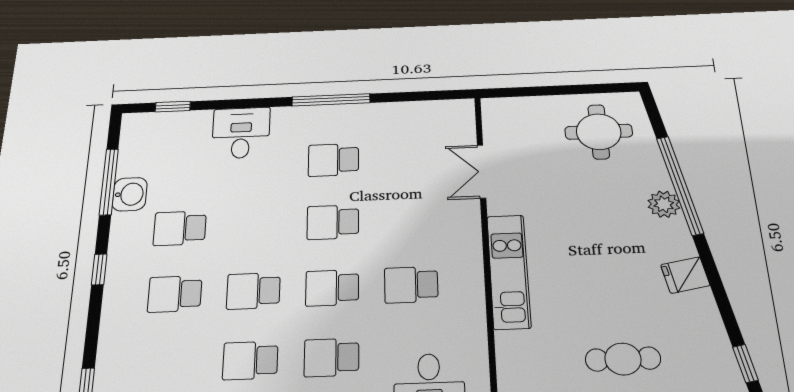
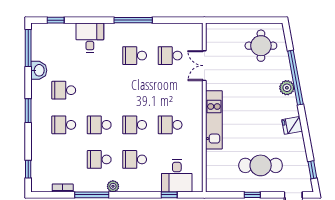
window: (109, 182) -> (28, 48), moved
school desk: (333, 222) -> (170, 56), moved
window: (99, 269) -> (28, 111), width x1.50
cafe table: (623, 359) -> (261, 165), width x1.37, depth x1.35

